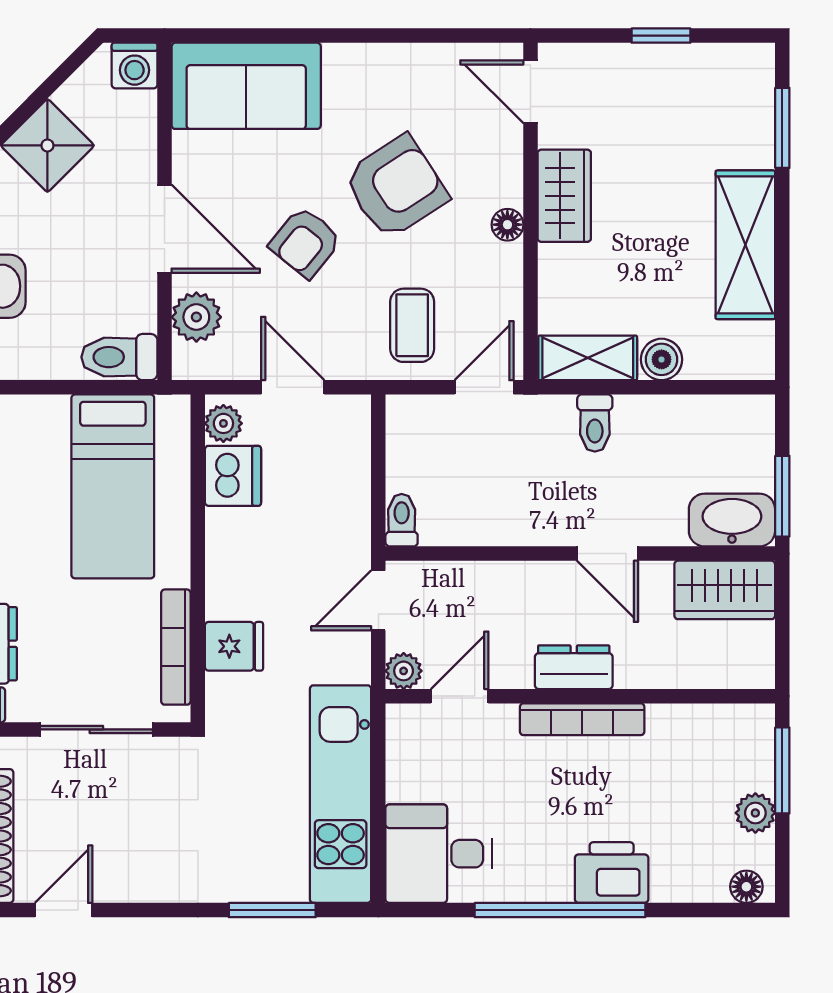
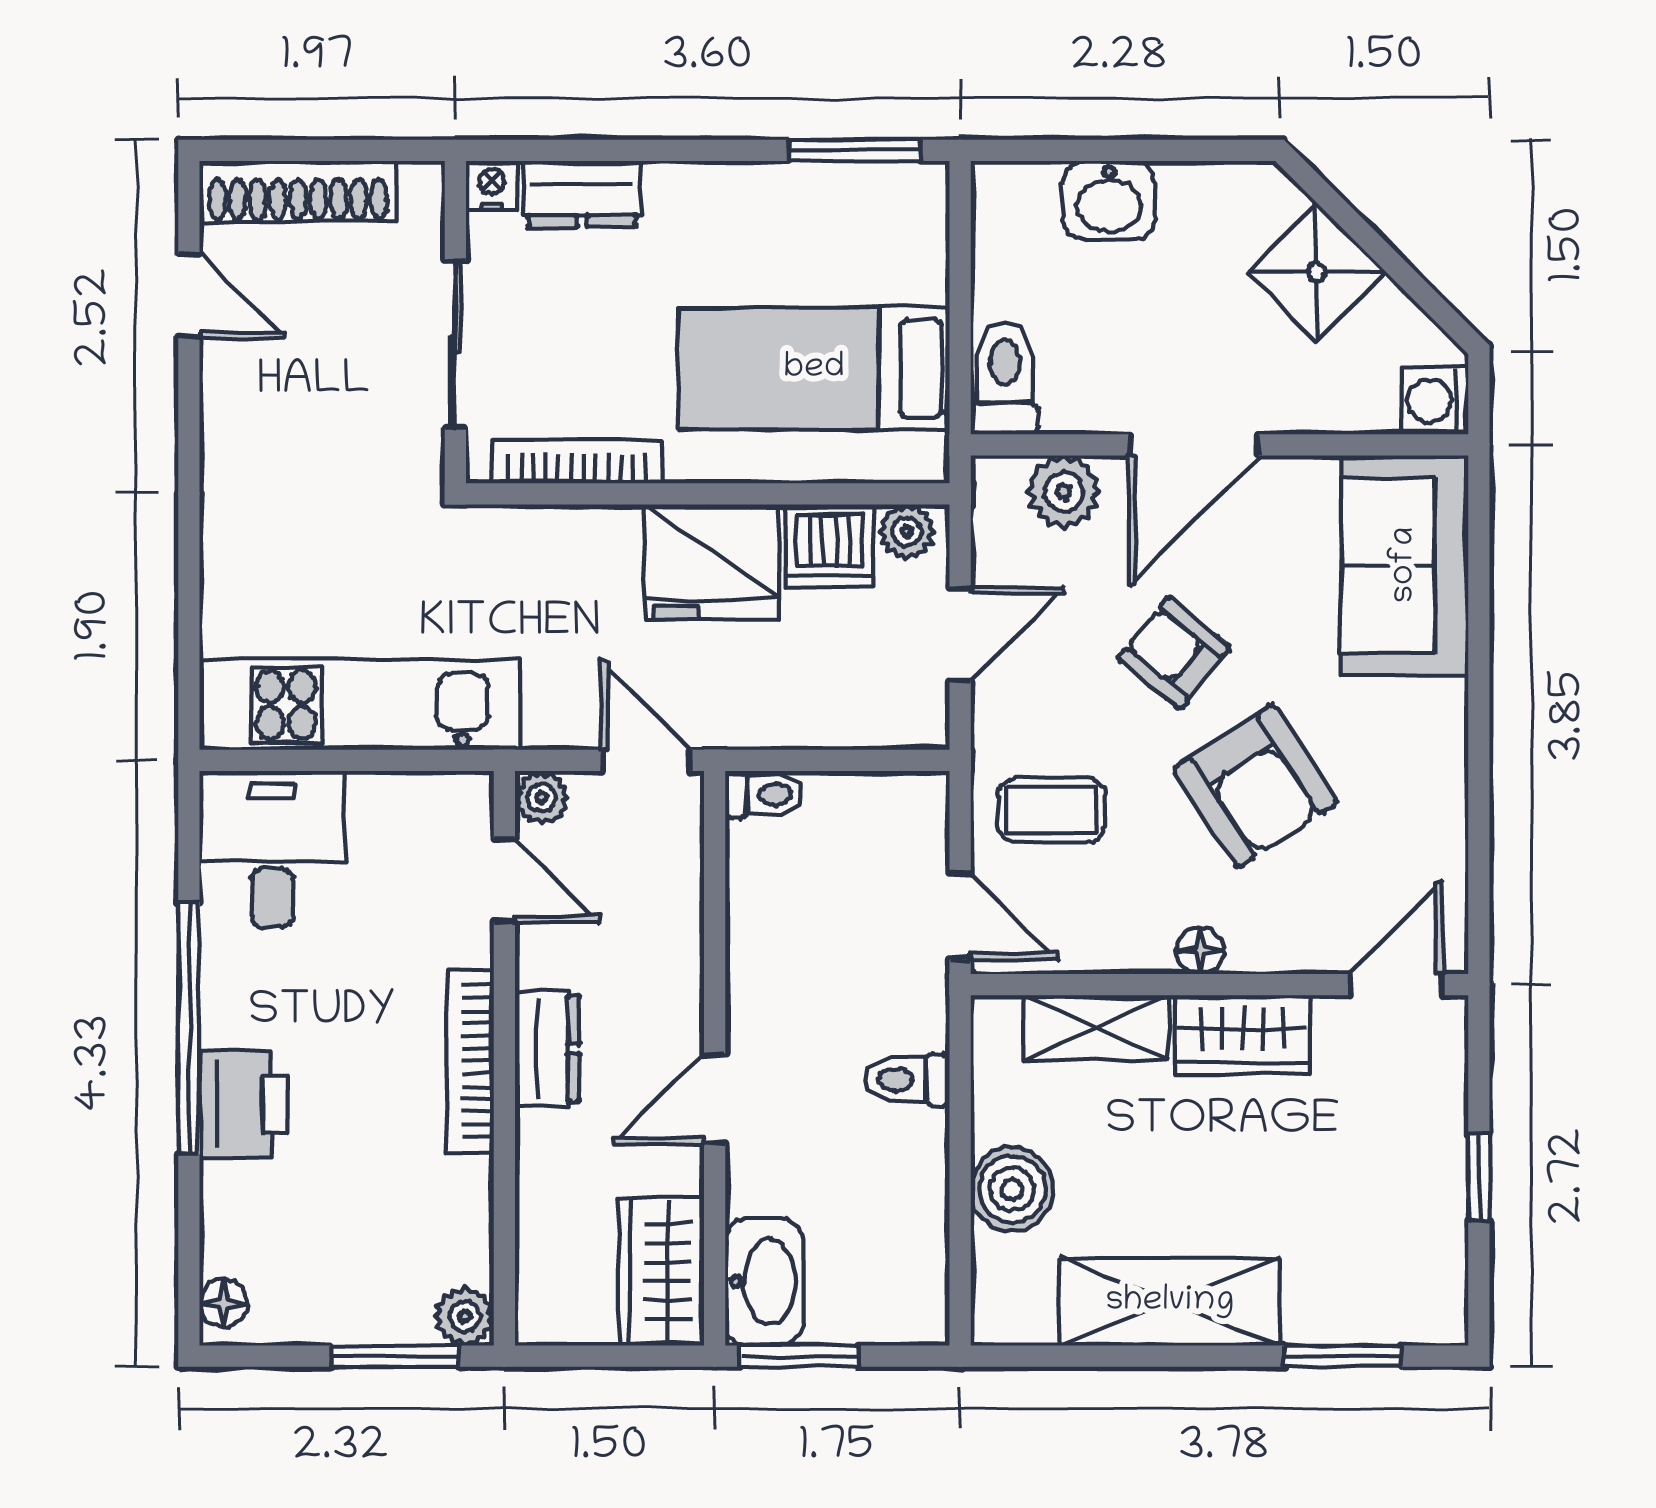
shelving: (588, 358) -> (1096, 1028), moved, turned 90
boiler: (662, 359) -> (1012, 1189), width x1.36, depth x1.36
fridge: (234, 646) -> (712, 562), moved, width x1.88, depth x1.34
plant: (755, 813) -> (465, 1316), moved
window: (272, 910) -> (189, 604), removed

